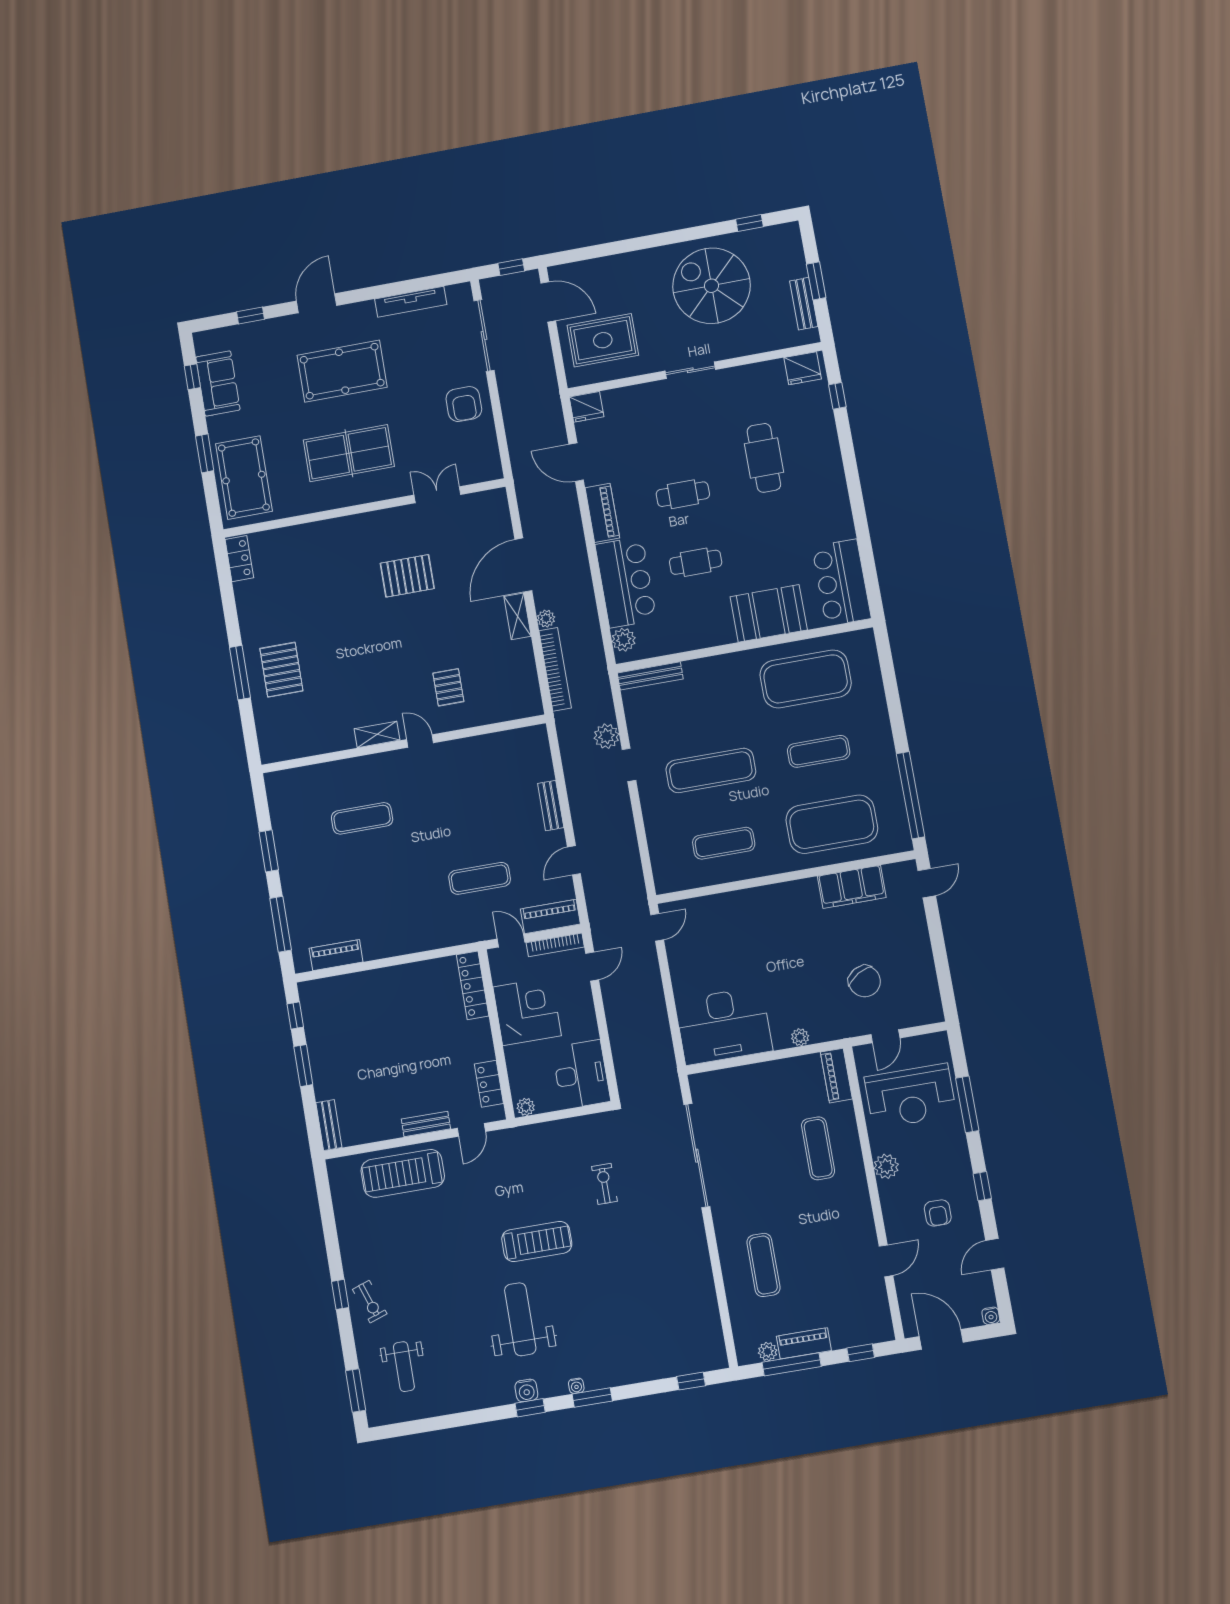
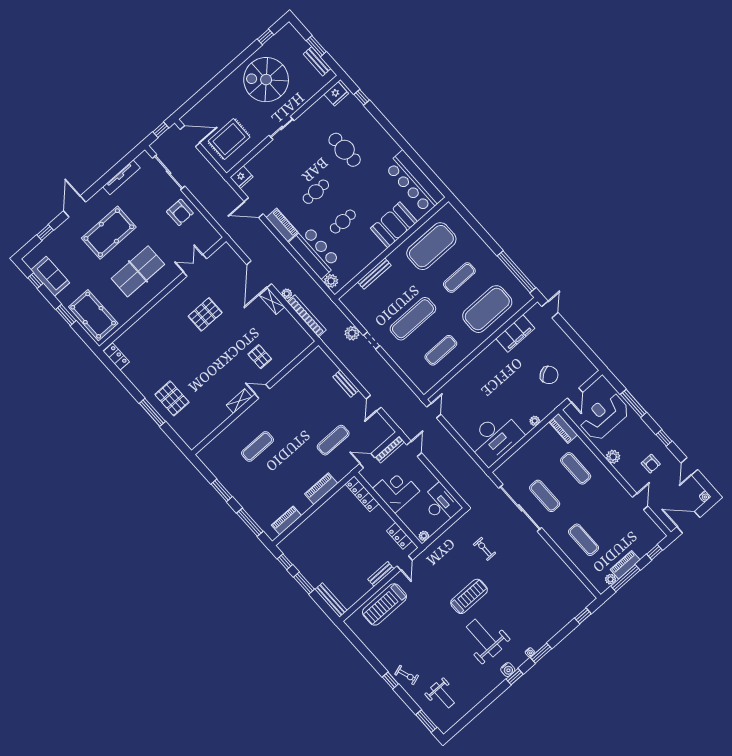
bar counter: (842, 583) -> (414, 182), width x1.36
bench: (650, 676) -> (374, 274), moved
piano: (550, 916) -> (321, 489), moved
reception desk: (910, 1096) -> (604, 416), turned 180
bench: (329, 1125) -> (331, 600), width x1.36
exercise mat: (745, 1161) -> (545, 496), added

